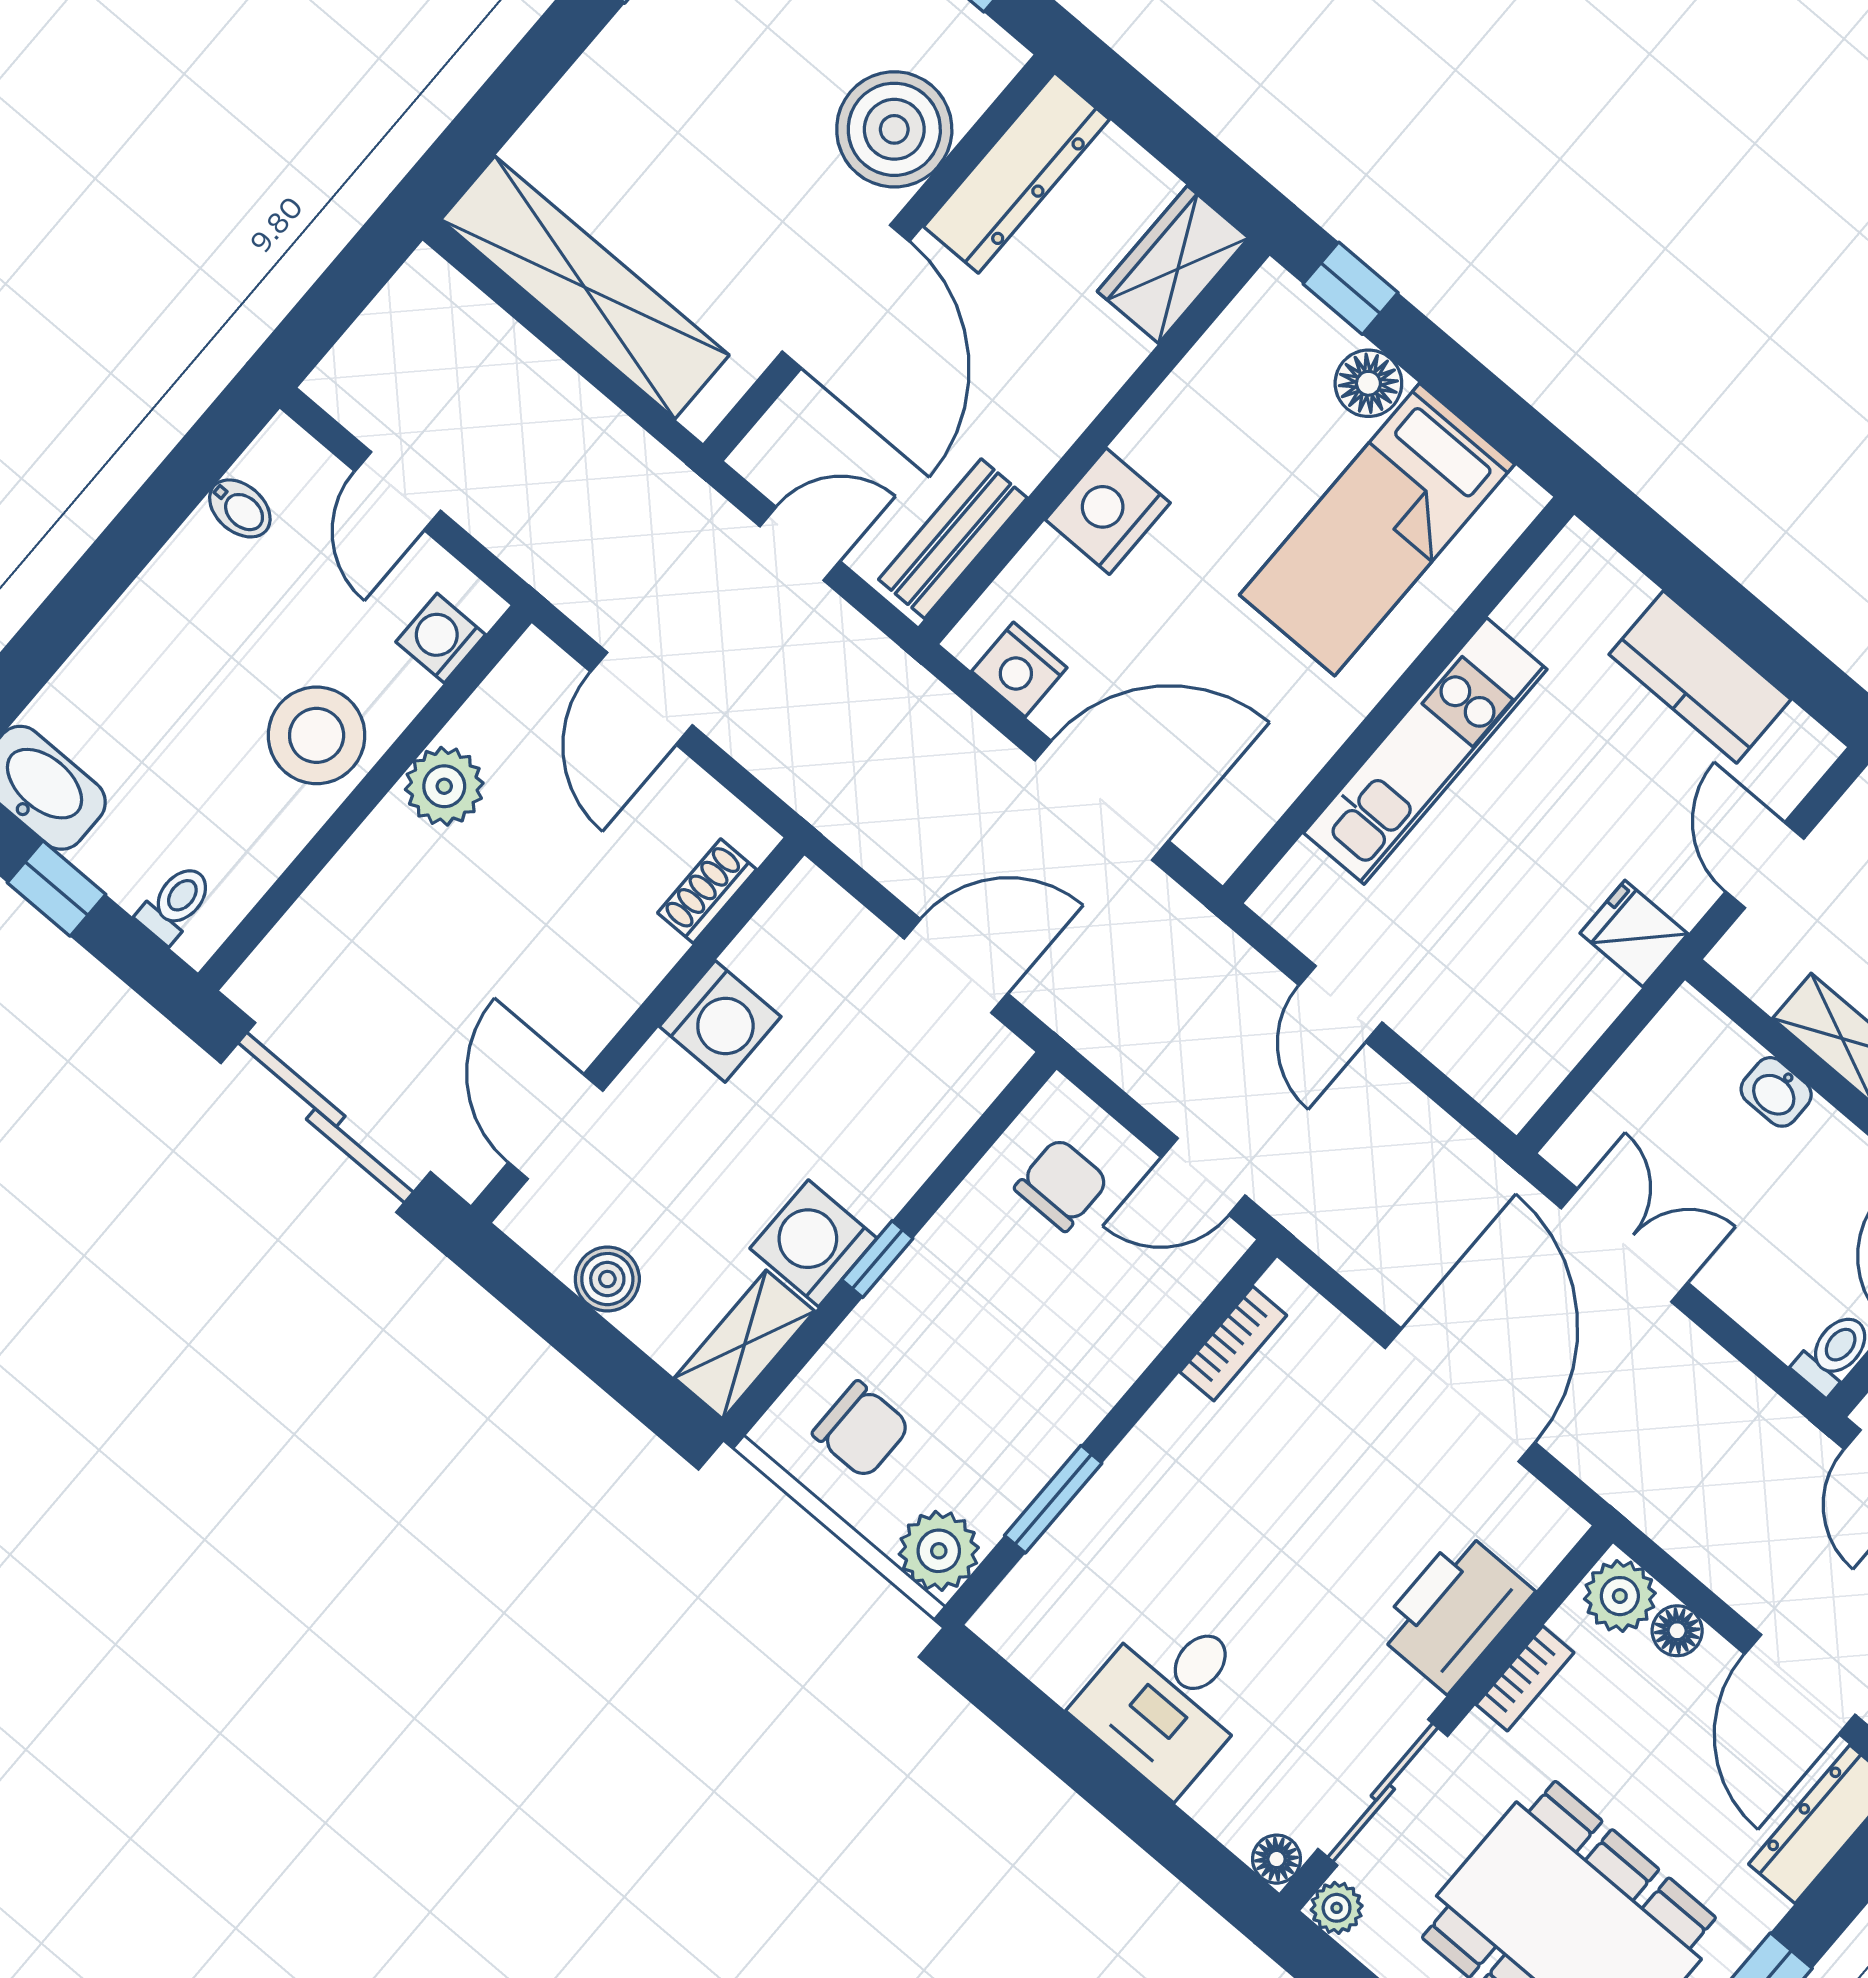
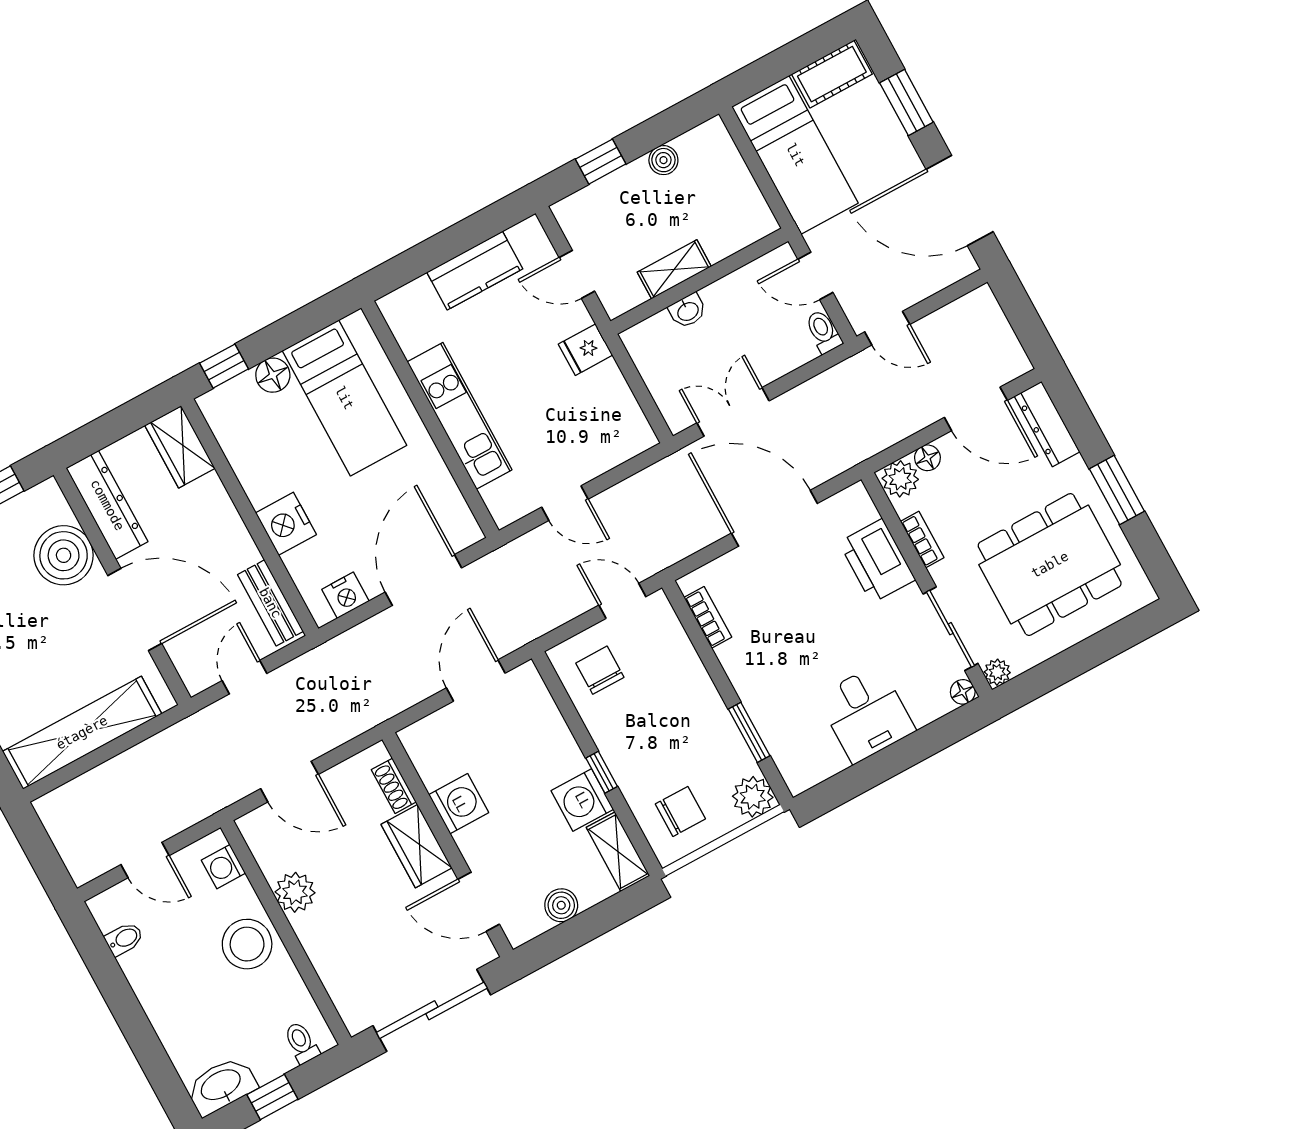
wardrobe: (613, 975) -> (417, 846), added
door: (1203, 1177) -> (622, 601), swing flipped

